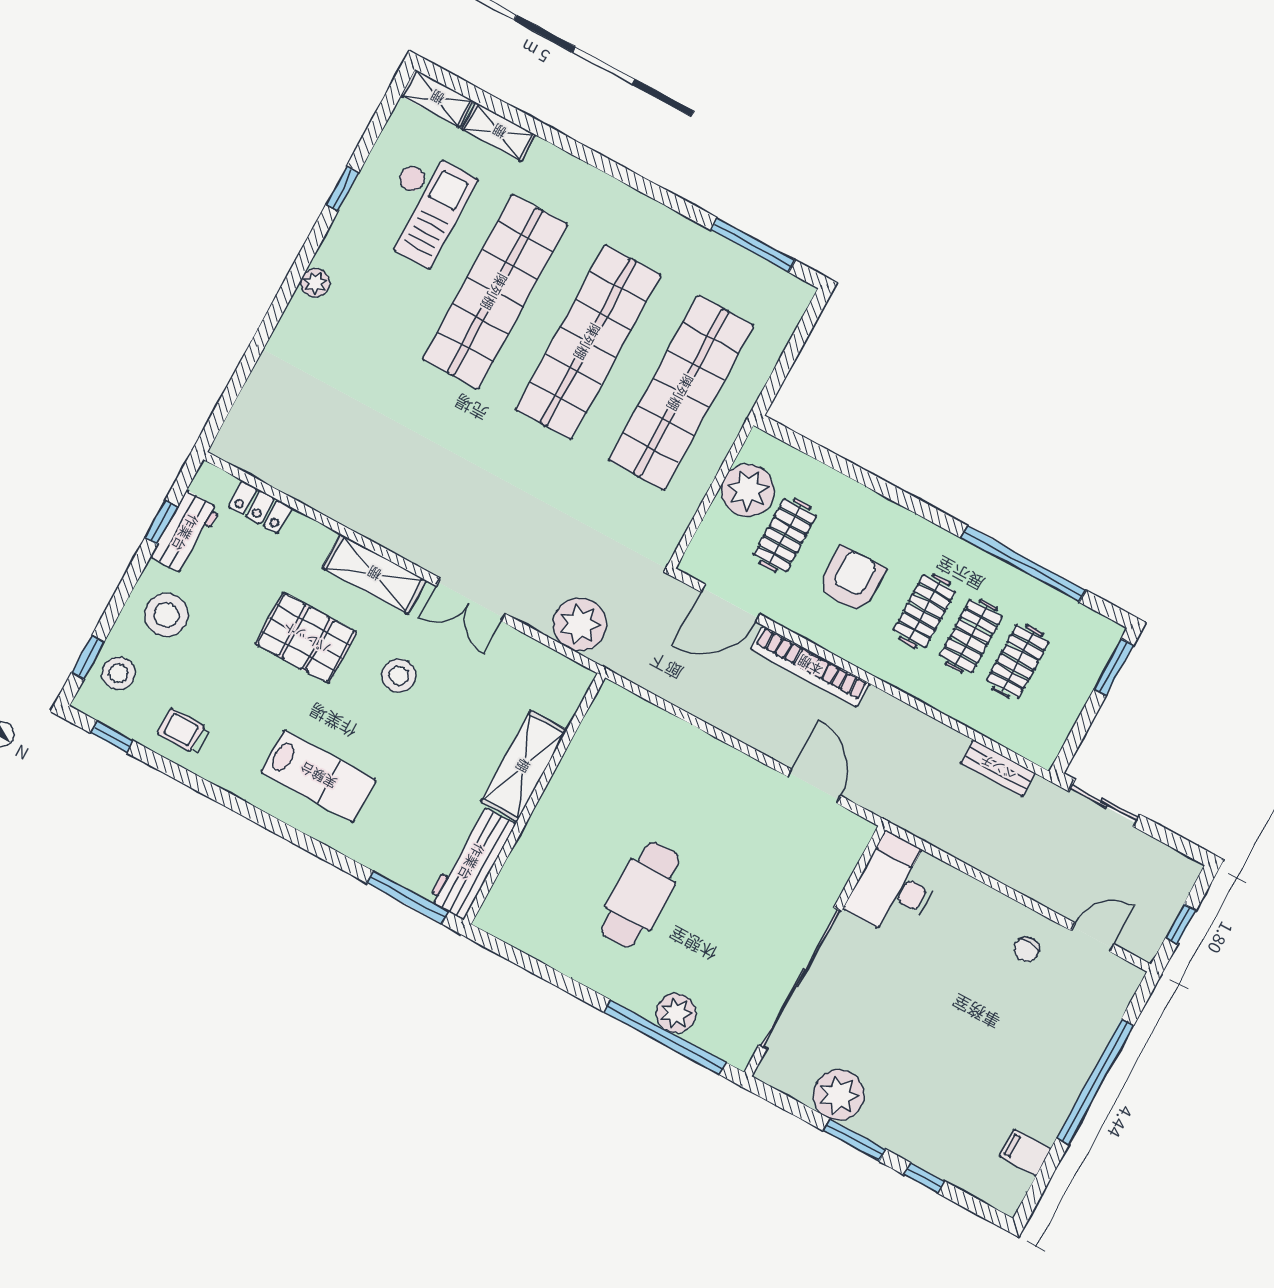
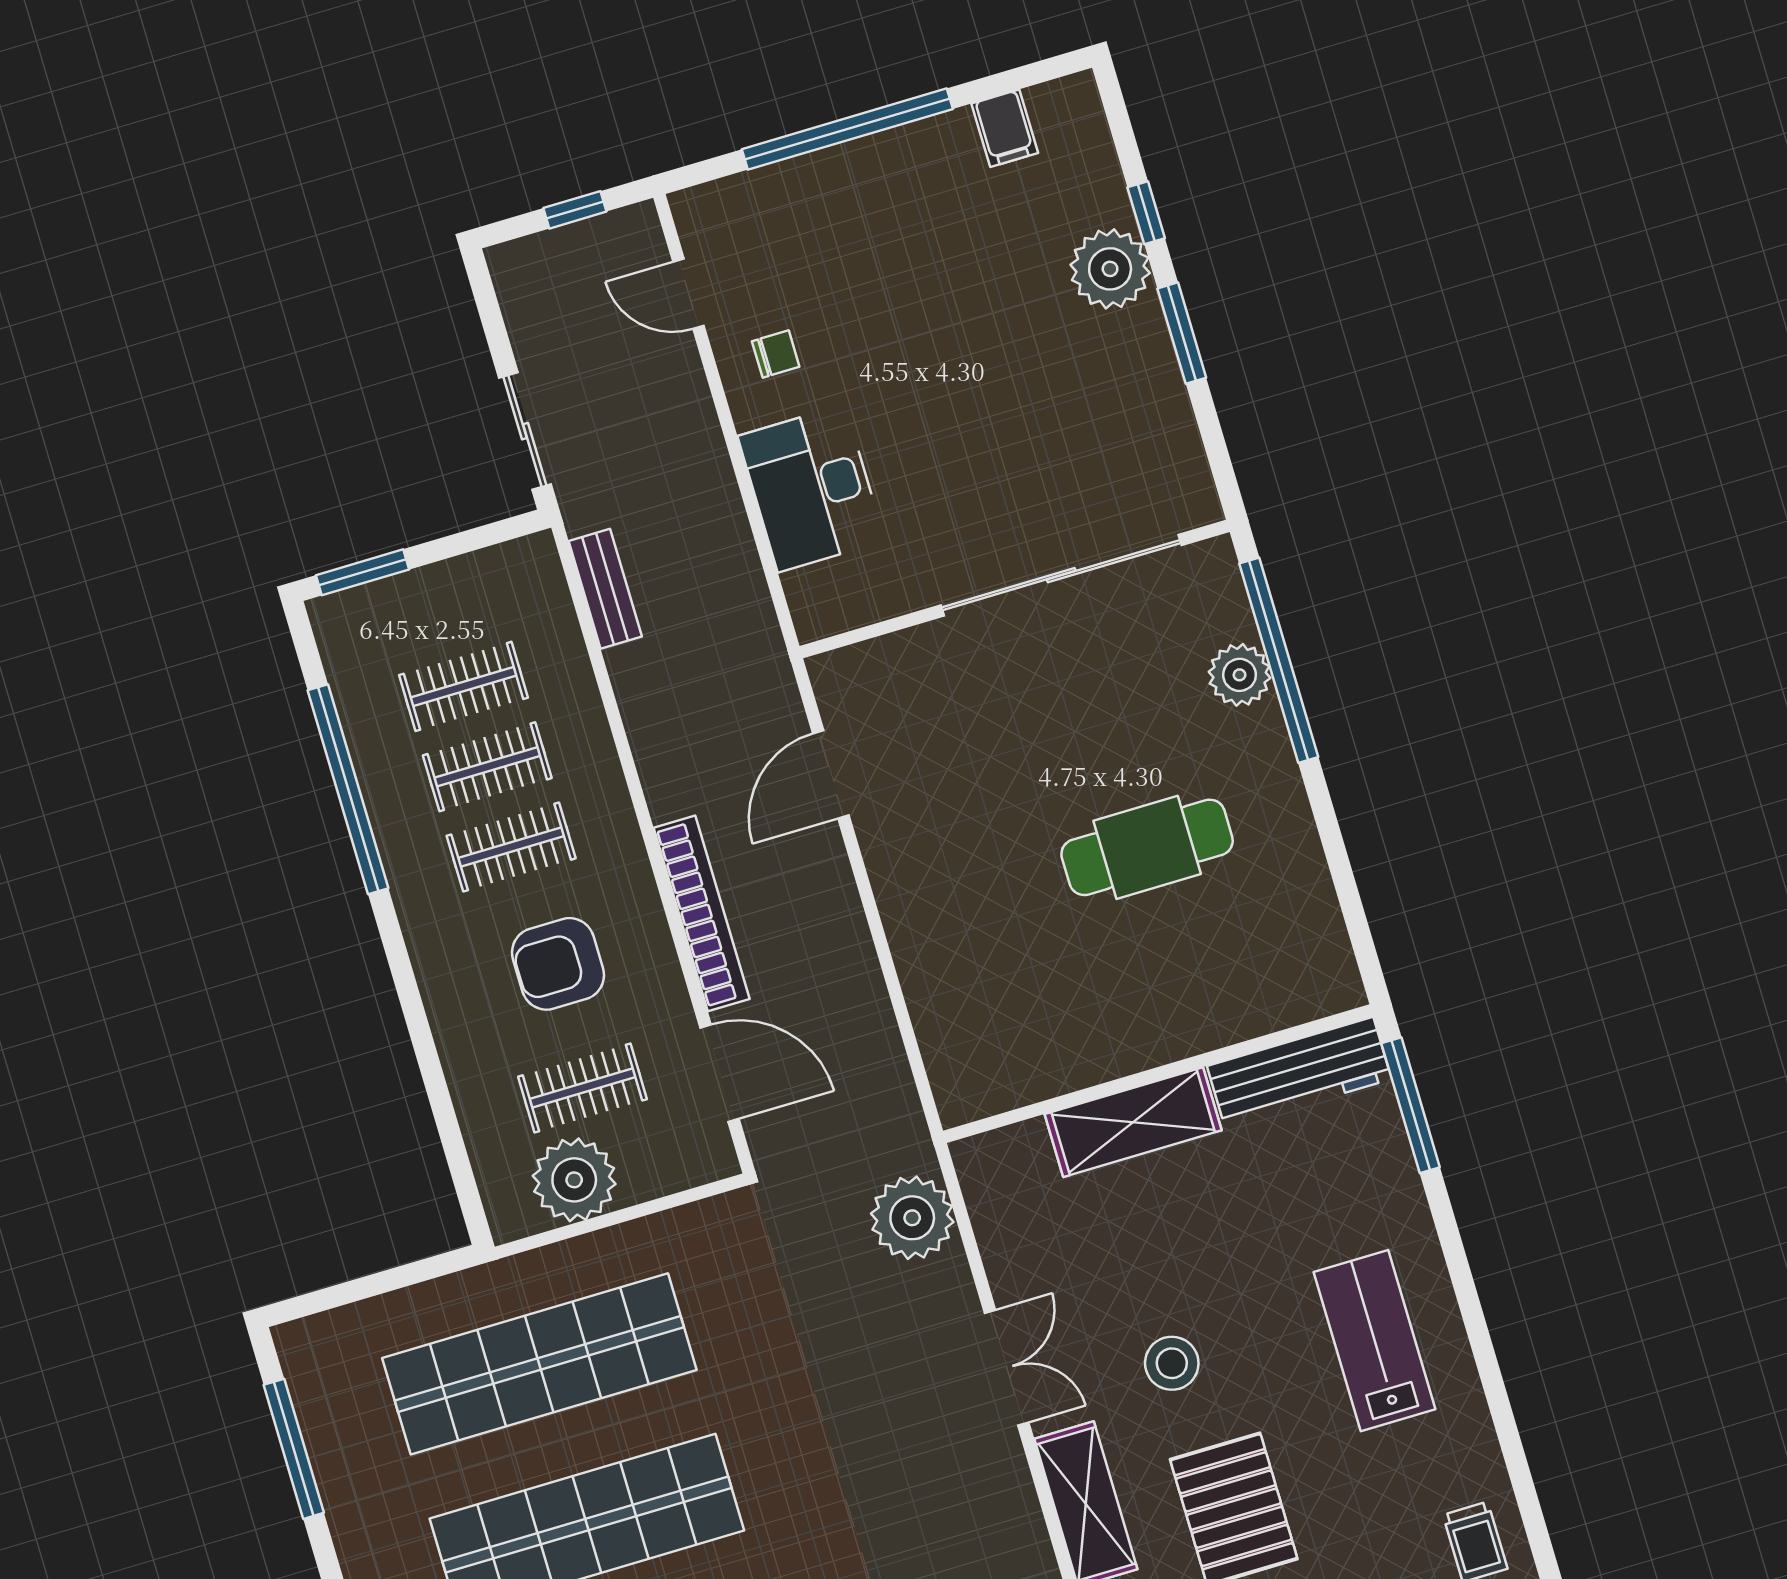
desk: (895, 886) -> (811, 488), moved, turned 90
plant: (839, 1095) -> (1110, 269), moved

